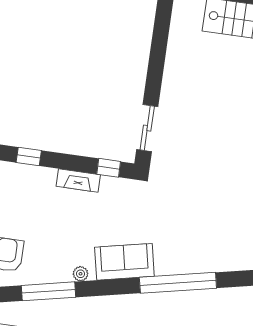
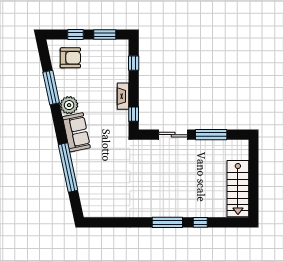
window: (158, 51) -> (211, 135), added
sliding door: (147, 128) -> (173, 135), moved
plant: (81, 274) -> (69, 105), width x1.87, depth x1.87

